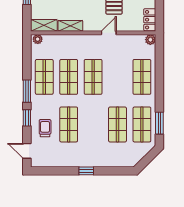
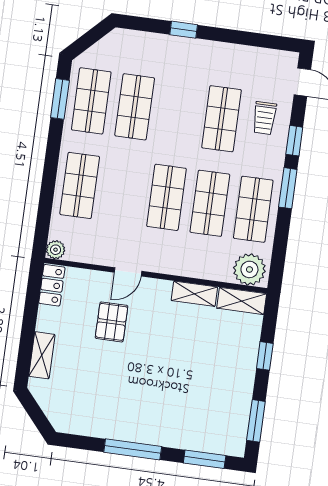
plant: (38, 39) -> (249, 269), width x1.88, depth x1.88
window: (86, 171) -> (184, 30), moved

